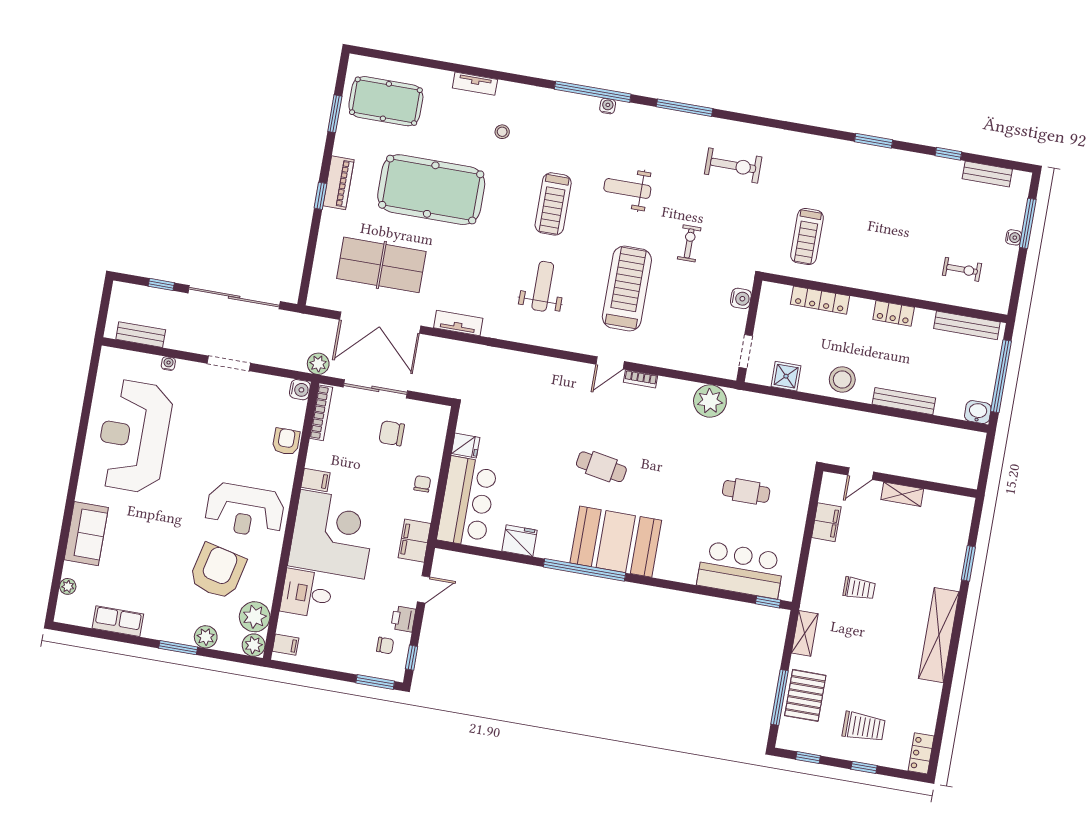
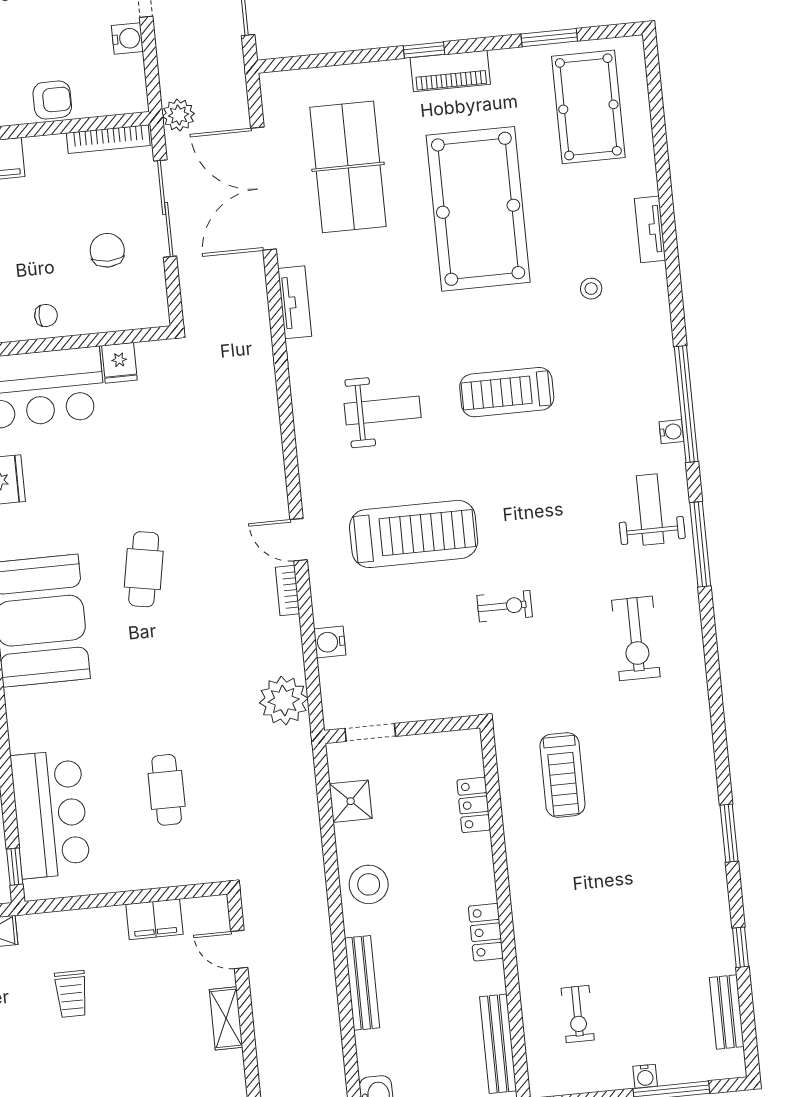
weight bench: (627, 188) -> (650, 509), moved
treadmill: (807, 237) -> (562, 775), turned -90
water cooler: (741, 298) -> (330, 642), moved, turned 90
locker: (820, 300) -> (474, 805), width x0.66
water cooler: (300, 390) -> (127, 39), moved, turned -90

